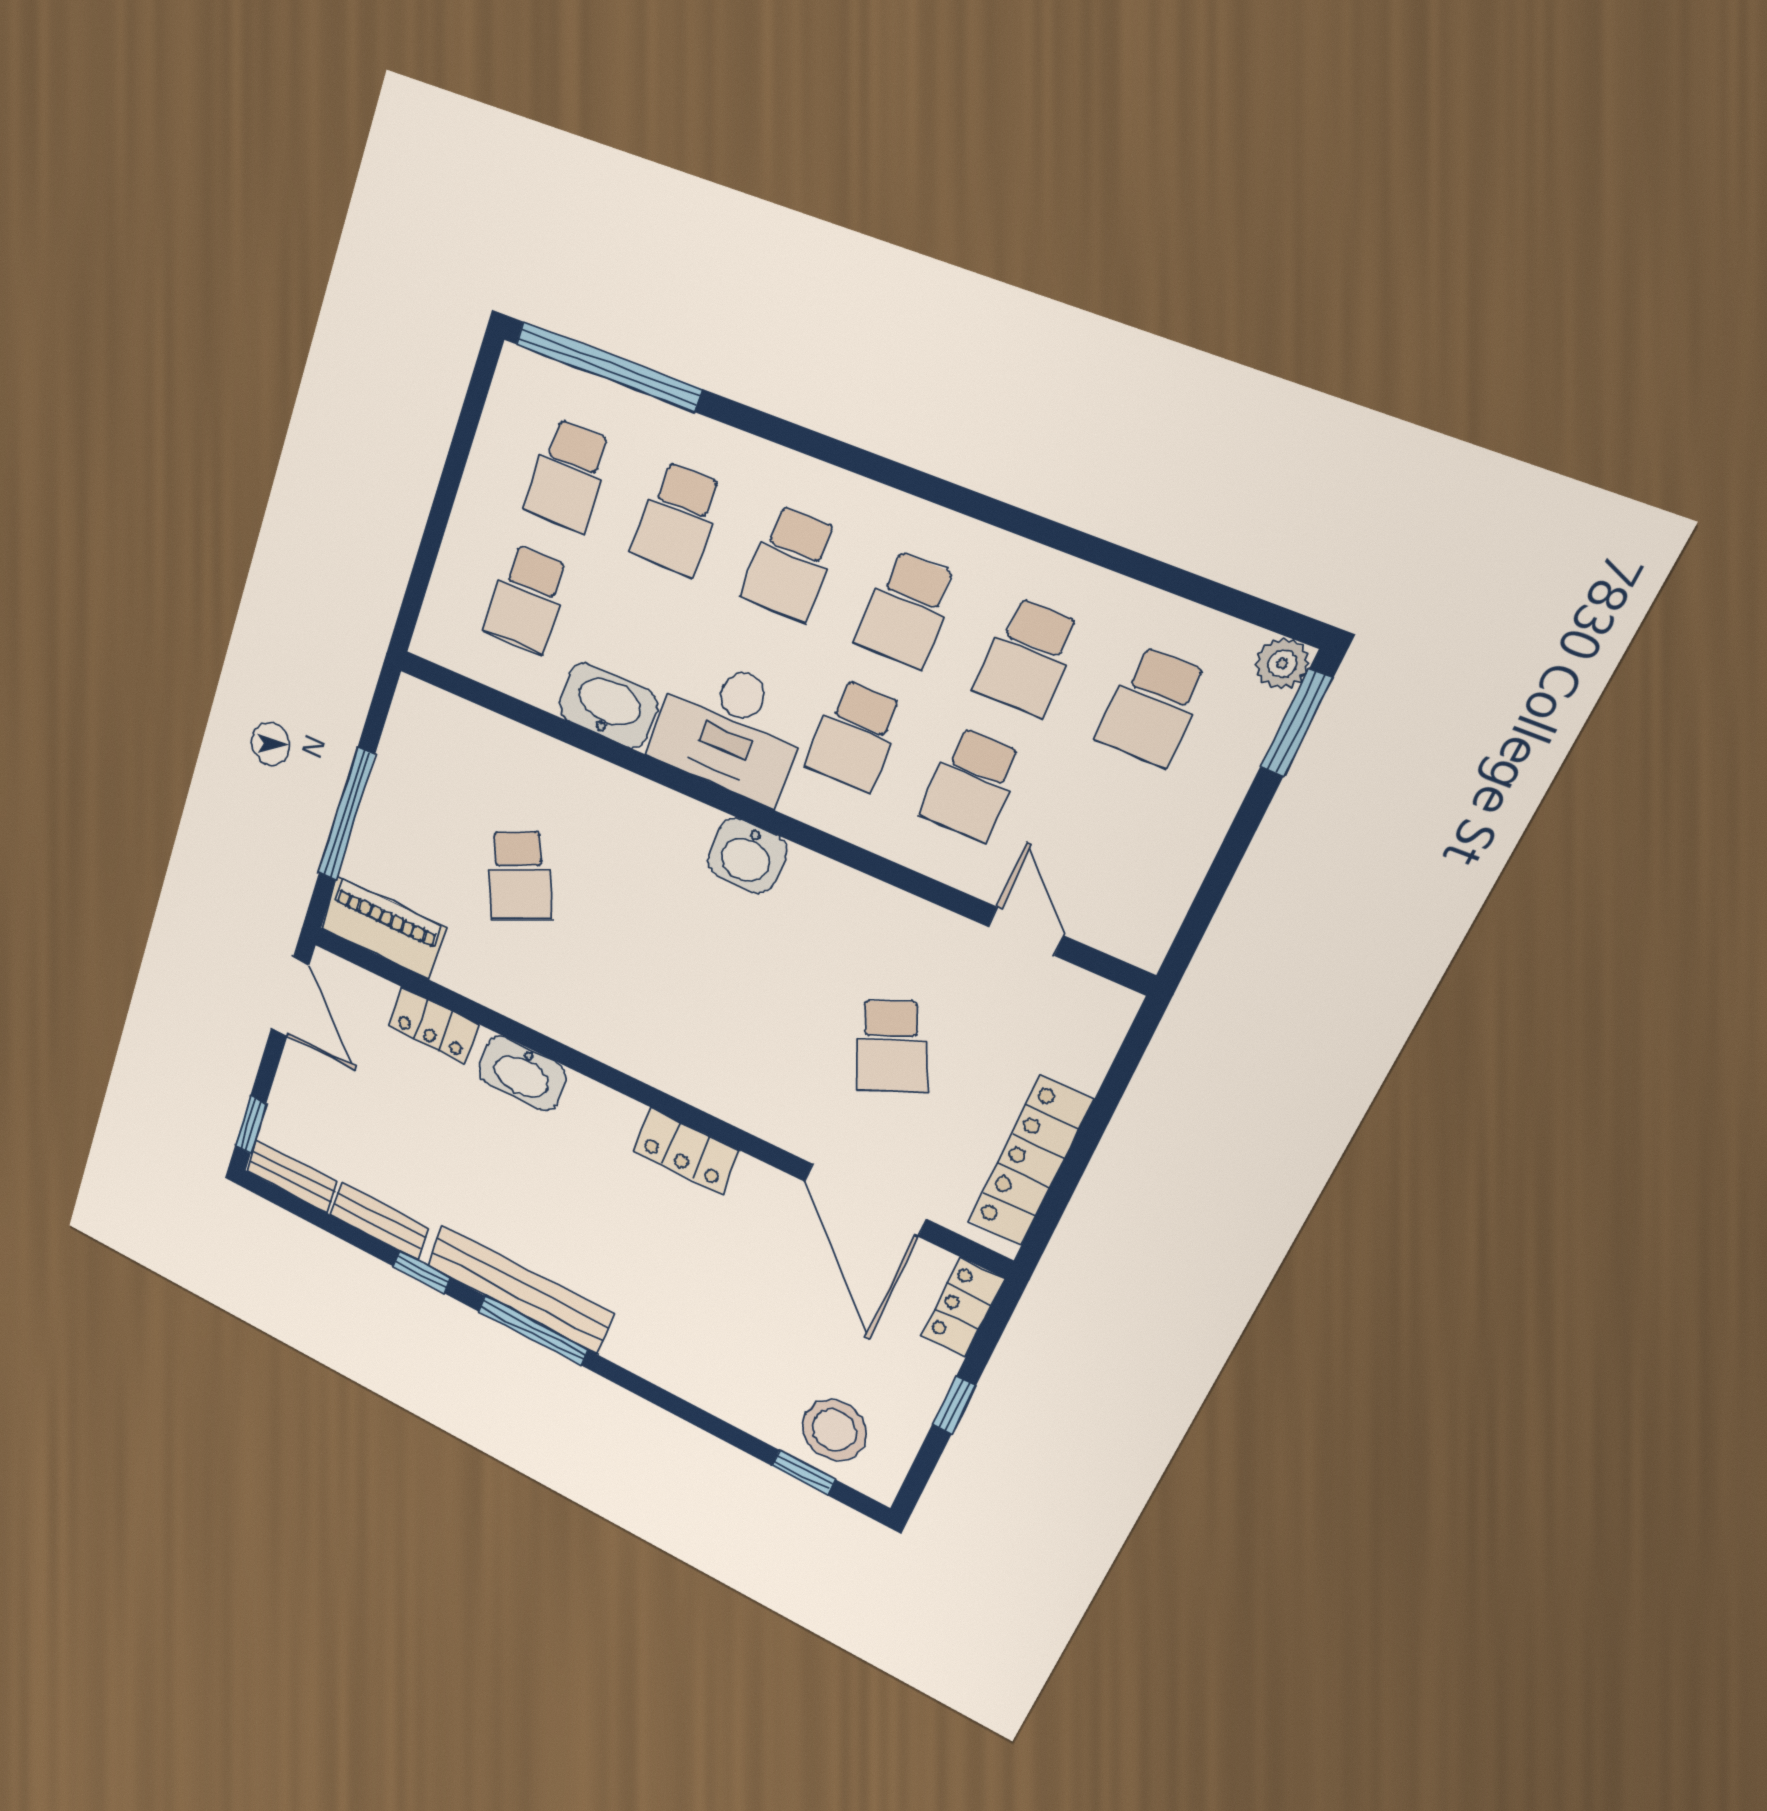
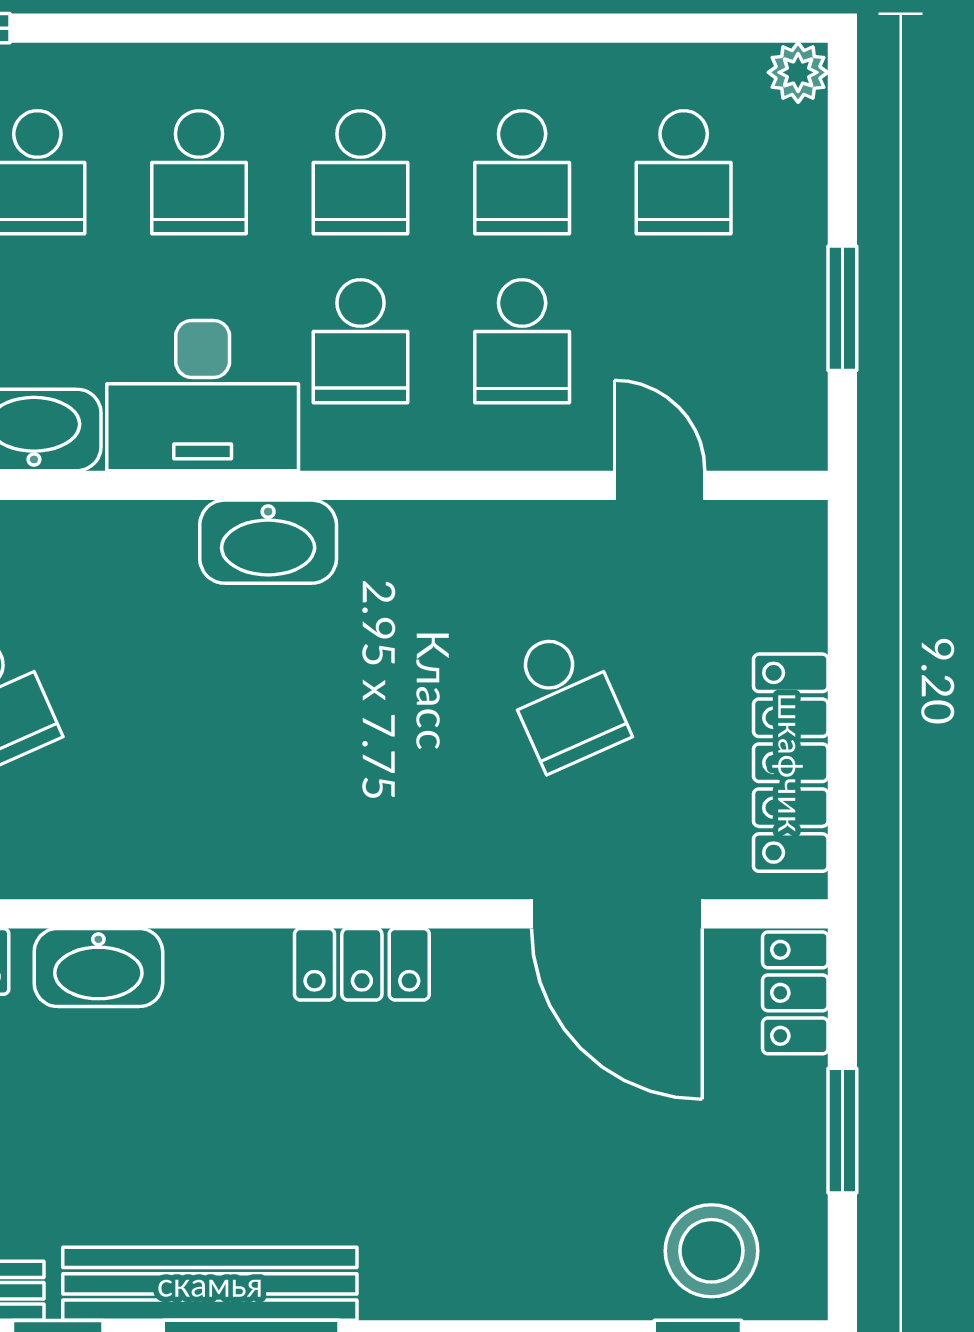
window: (1296, 723) -> (842, 308), moved
washbasin: (747, 856) -> (268, 542), width x1.38
window: (954, 1405) -> (842, 1131), width x1.50

